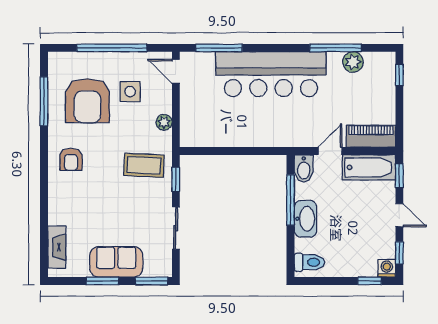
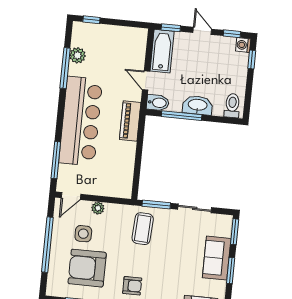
armchair: (87, 101) -> (87, 268), turned 180
plant: (164, 122) -> (98, 208), moved
piano: (371, 136) -> (130, 121), moved
window: (176, 179) -> (156, 205), width x1.50
door: (399, 215) -> (202, 31), hinge flipped

